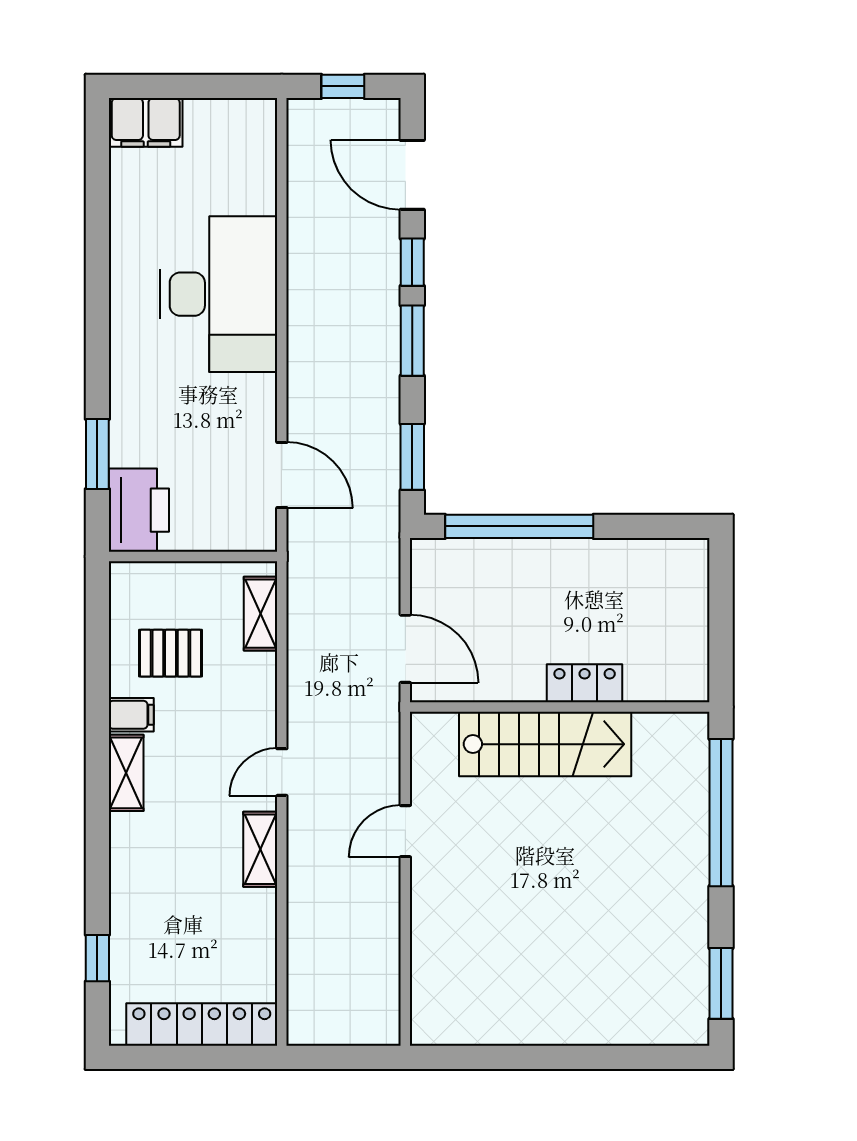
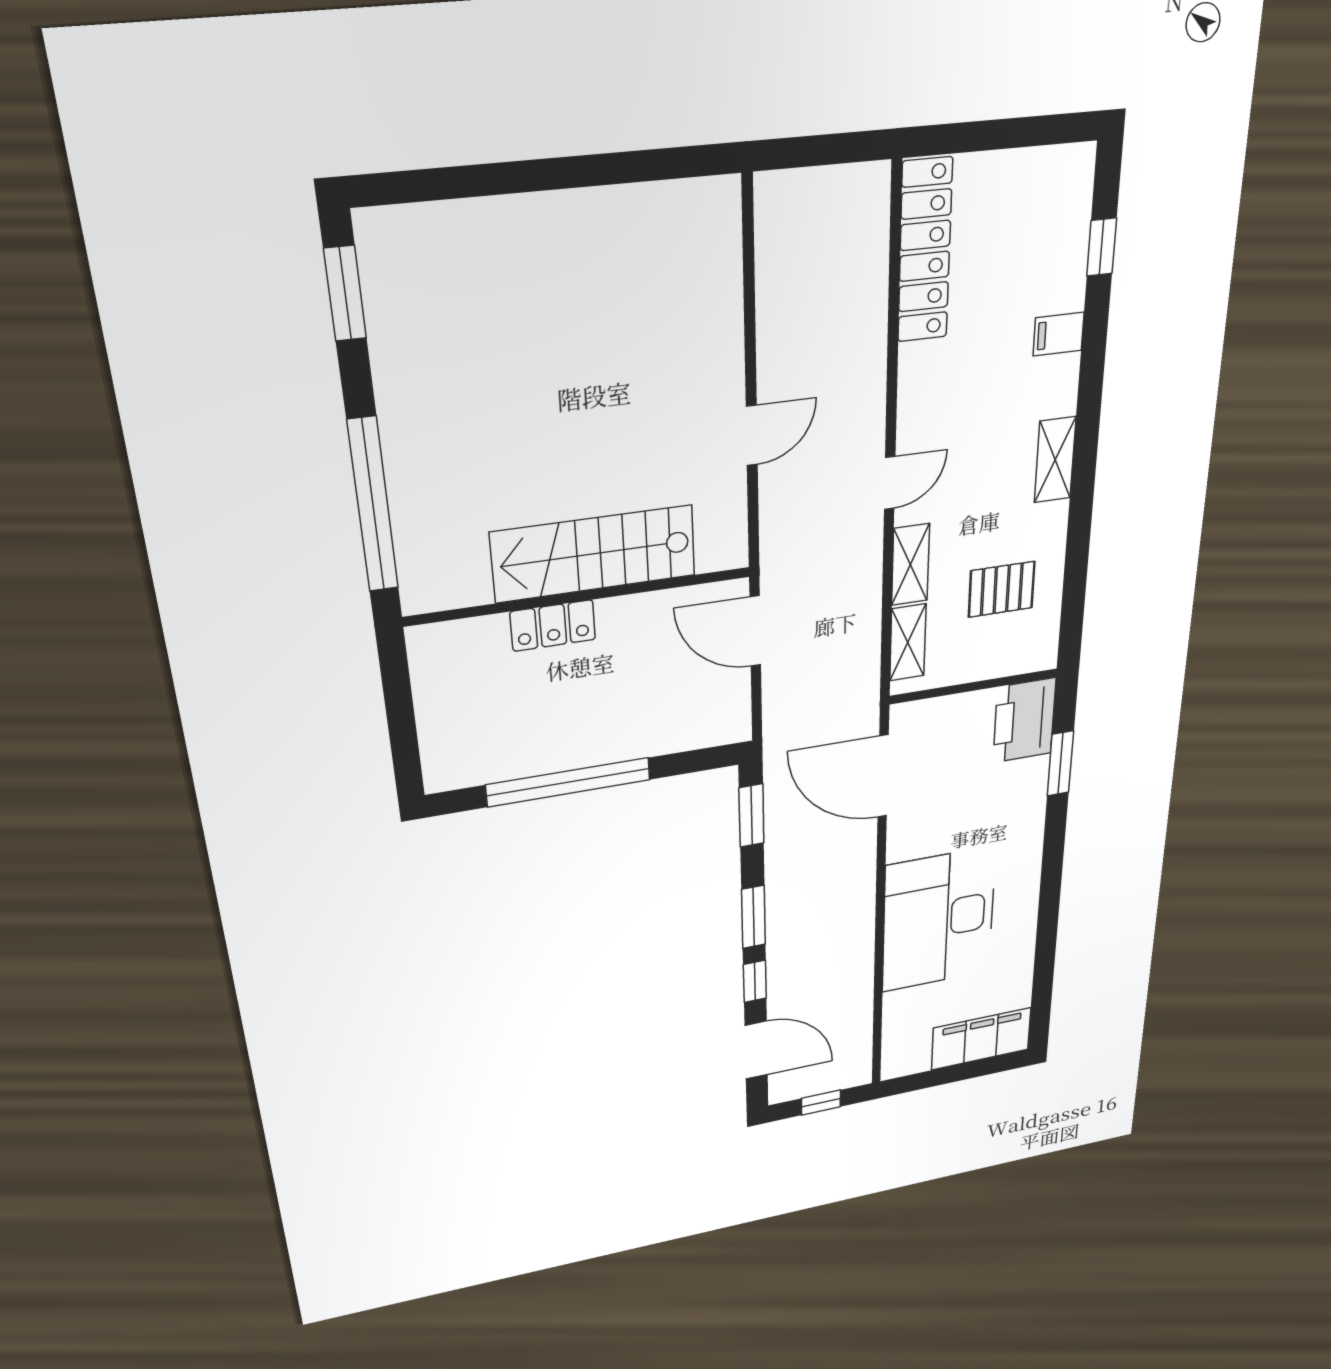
filing cabinet: (146, 122) -> (981, 1039), width x1.50, depth x1.17
door: (282, 475) -> (883, 776), width x1.36
window: (519, 526) -> (568, 782), moved
filing cabinet: (131, 715) -> (1059, 334), moved
shelving: (260, 849) -> (911, 565), moved
locker: (202, 1024) -> (925, 251), moved, turned -90

